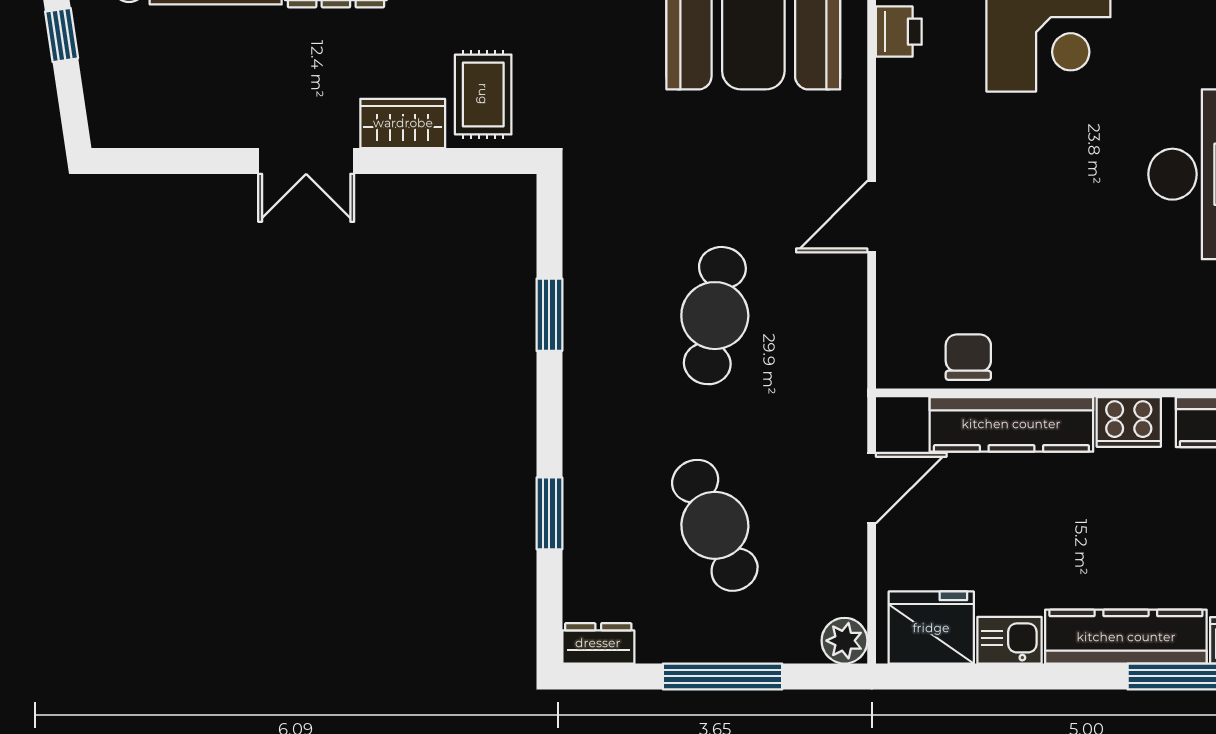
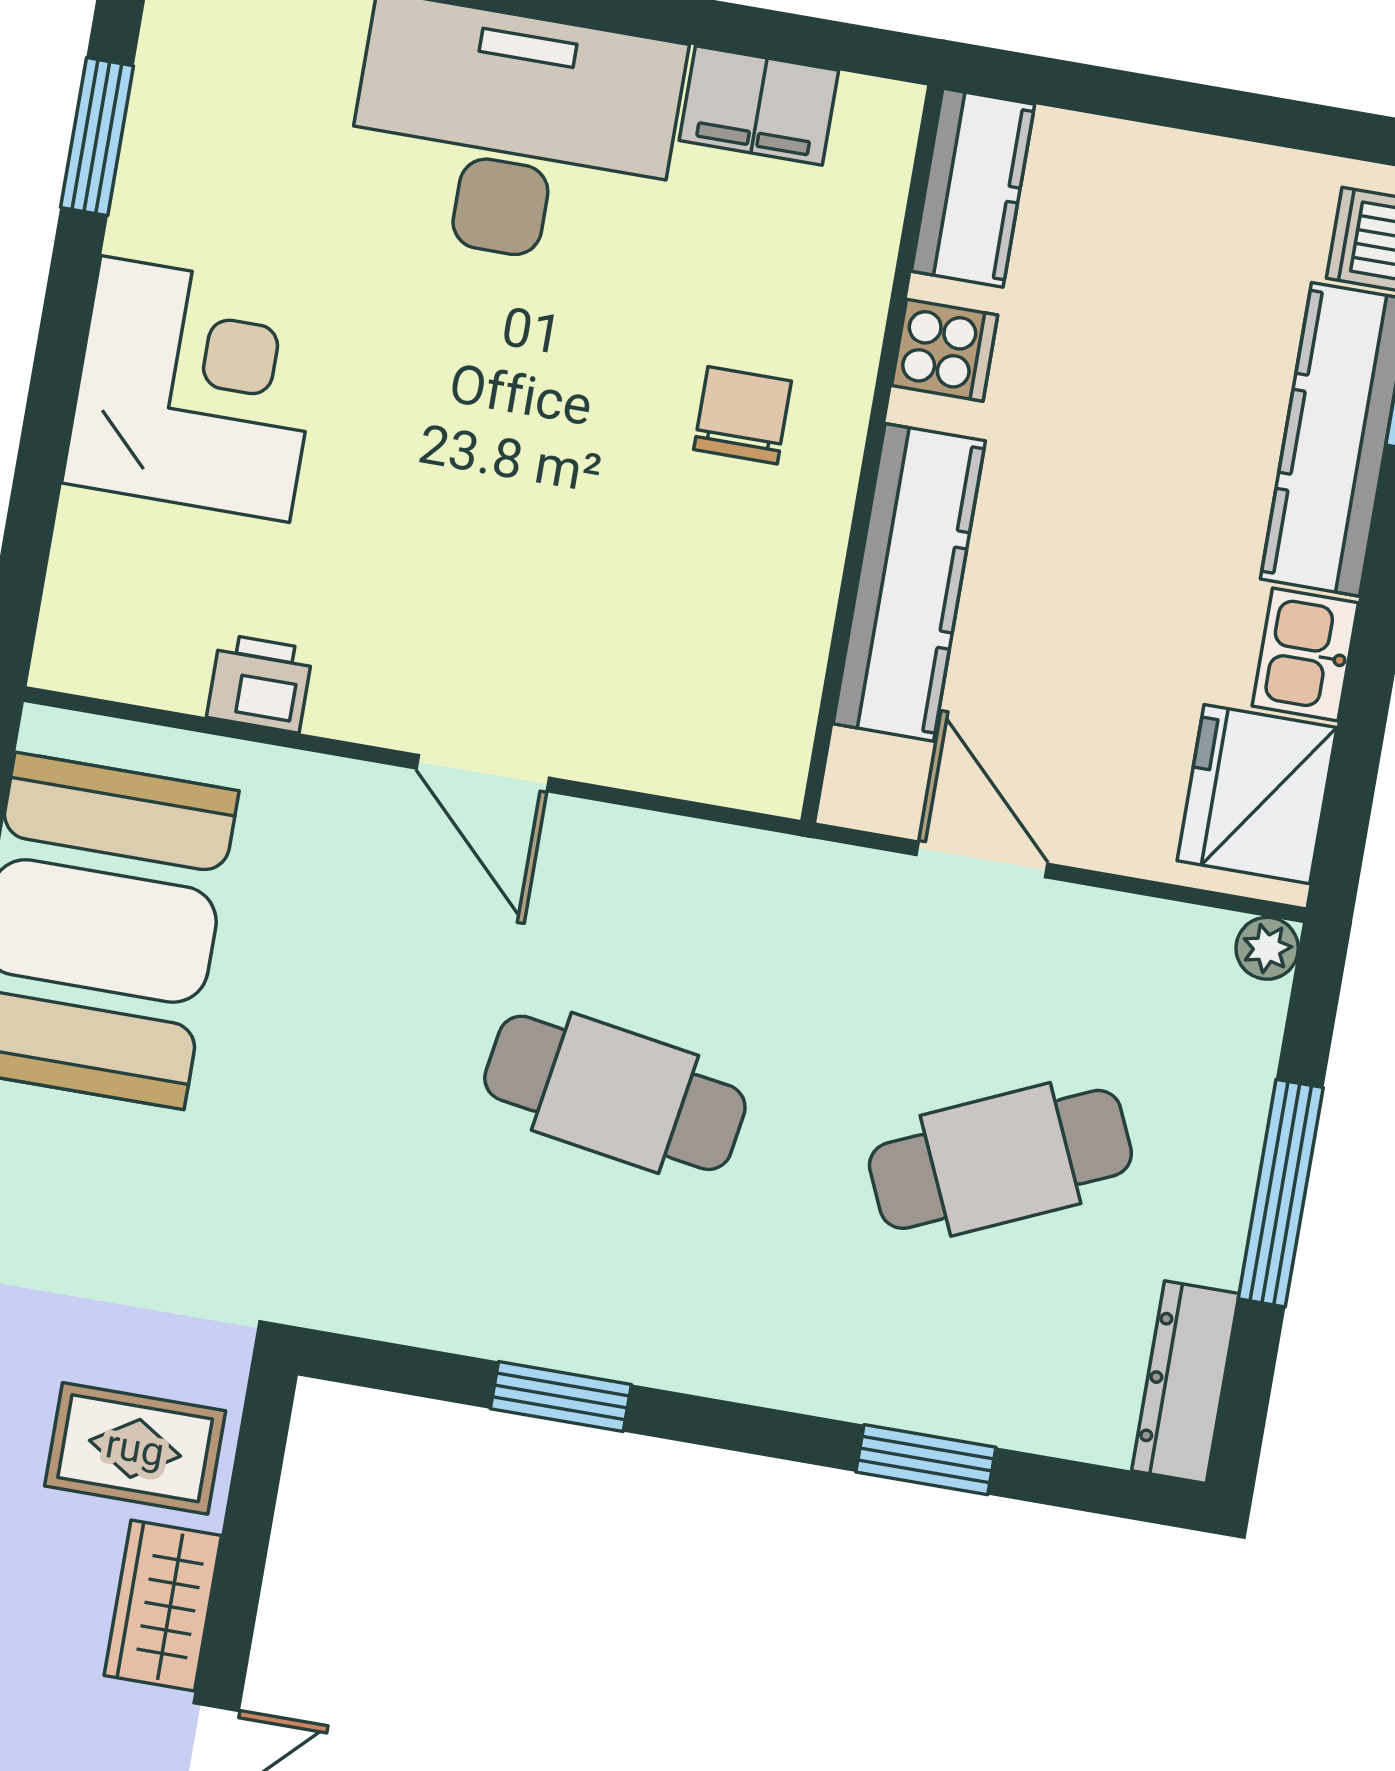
printer: (899, 32) -> (260, 683), moved
chair: (968, 357) -> (743, 415), moved, turned 90
cooker: (1129, 422) -> (945, 350), width x0.73
plant: (844, 641) -> (1267, 948), width x0.73, depth x0.73
dresser: (598, 643) -> (1185, 1382), width x1.44

